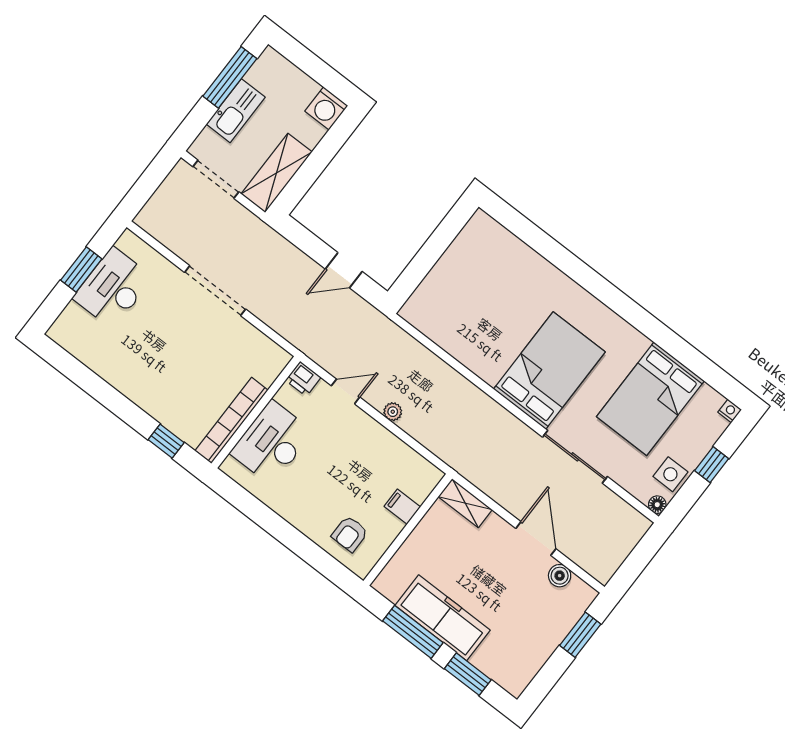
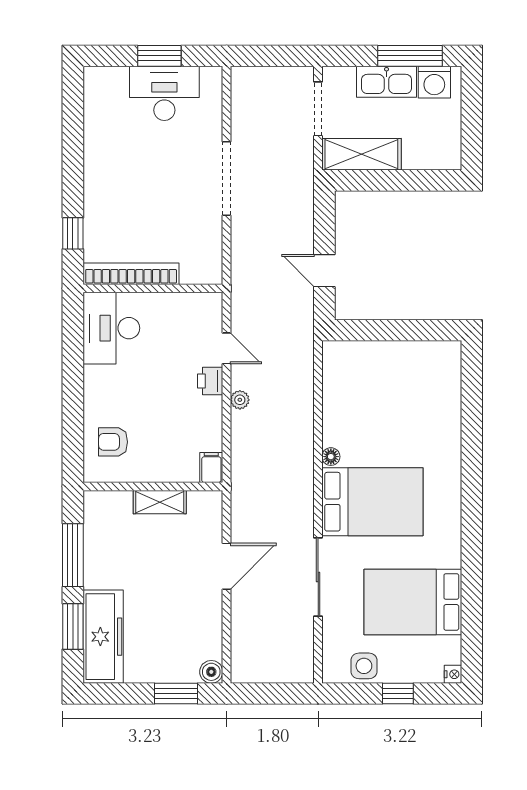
washing machine: (326, 108) -> (434, 82), moved, turned -90
printer: (303, 379) -> (210, 381), moved
desk: (272, 443) -> (111, 328), moved, turned -90
shelving: (465, 503) -> (160, 502), moved, turned 90
floor lamp: (657, 505) -> (331, 457), moved
filing cabinet: (402, 507) -> (211, 467), moved
door: (536, 539) -> (227, 566), moved
boiler: (560, 576) -> (211, 672), moved
freezer: (443, 618) -> (103, 637), moved

